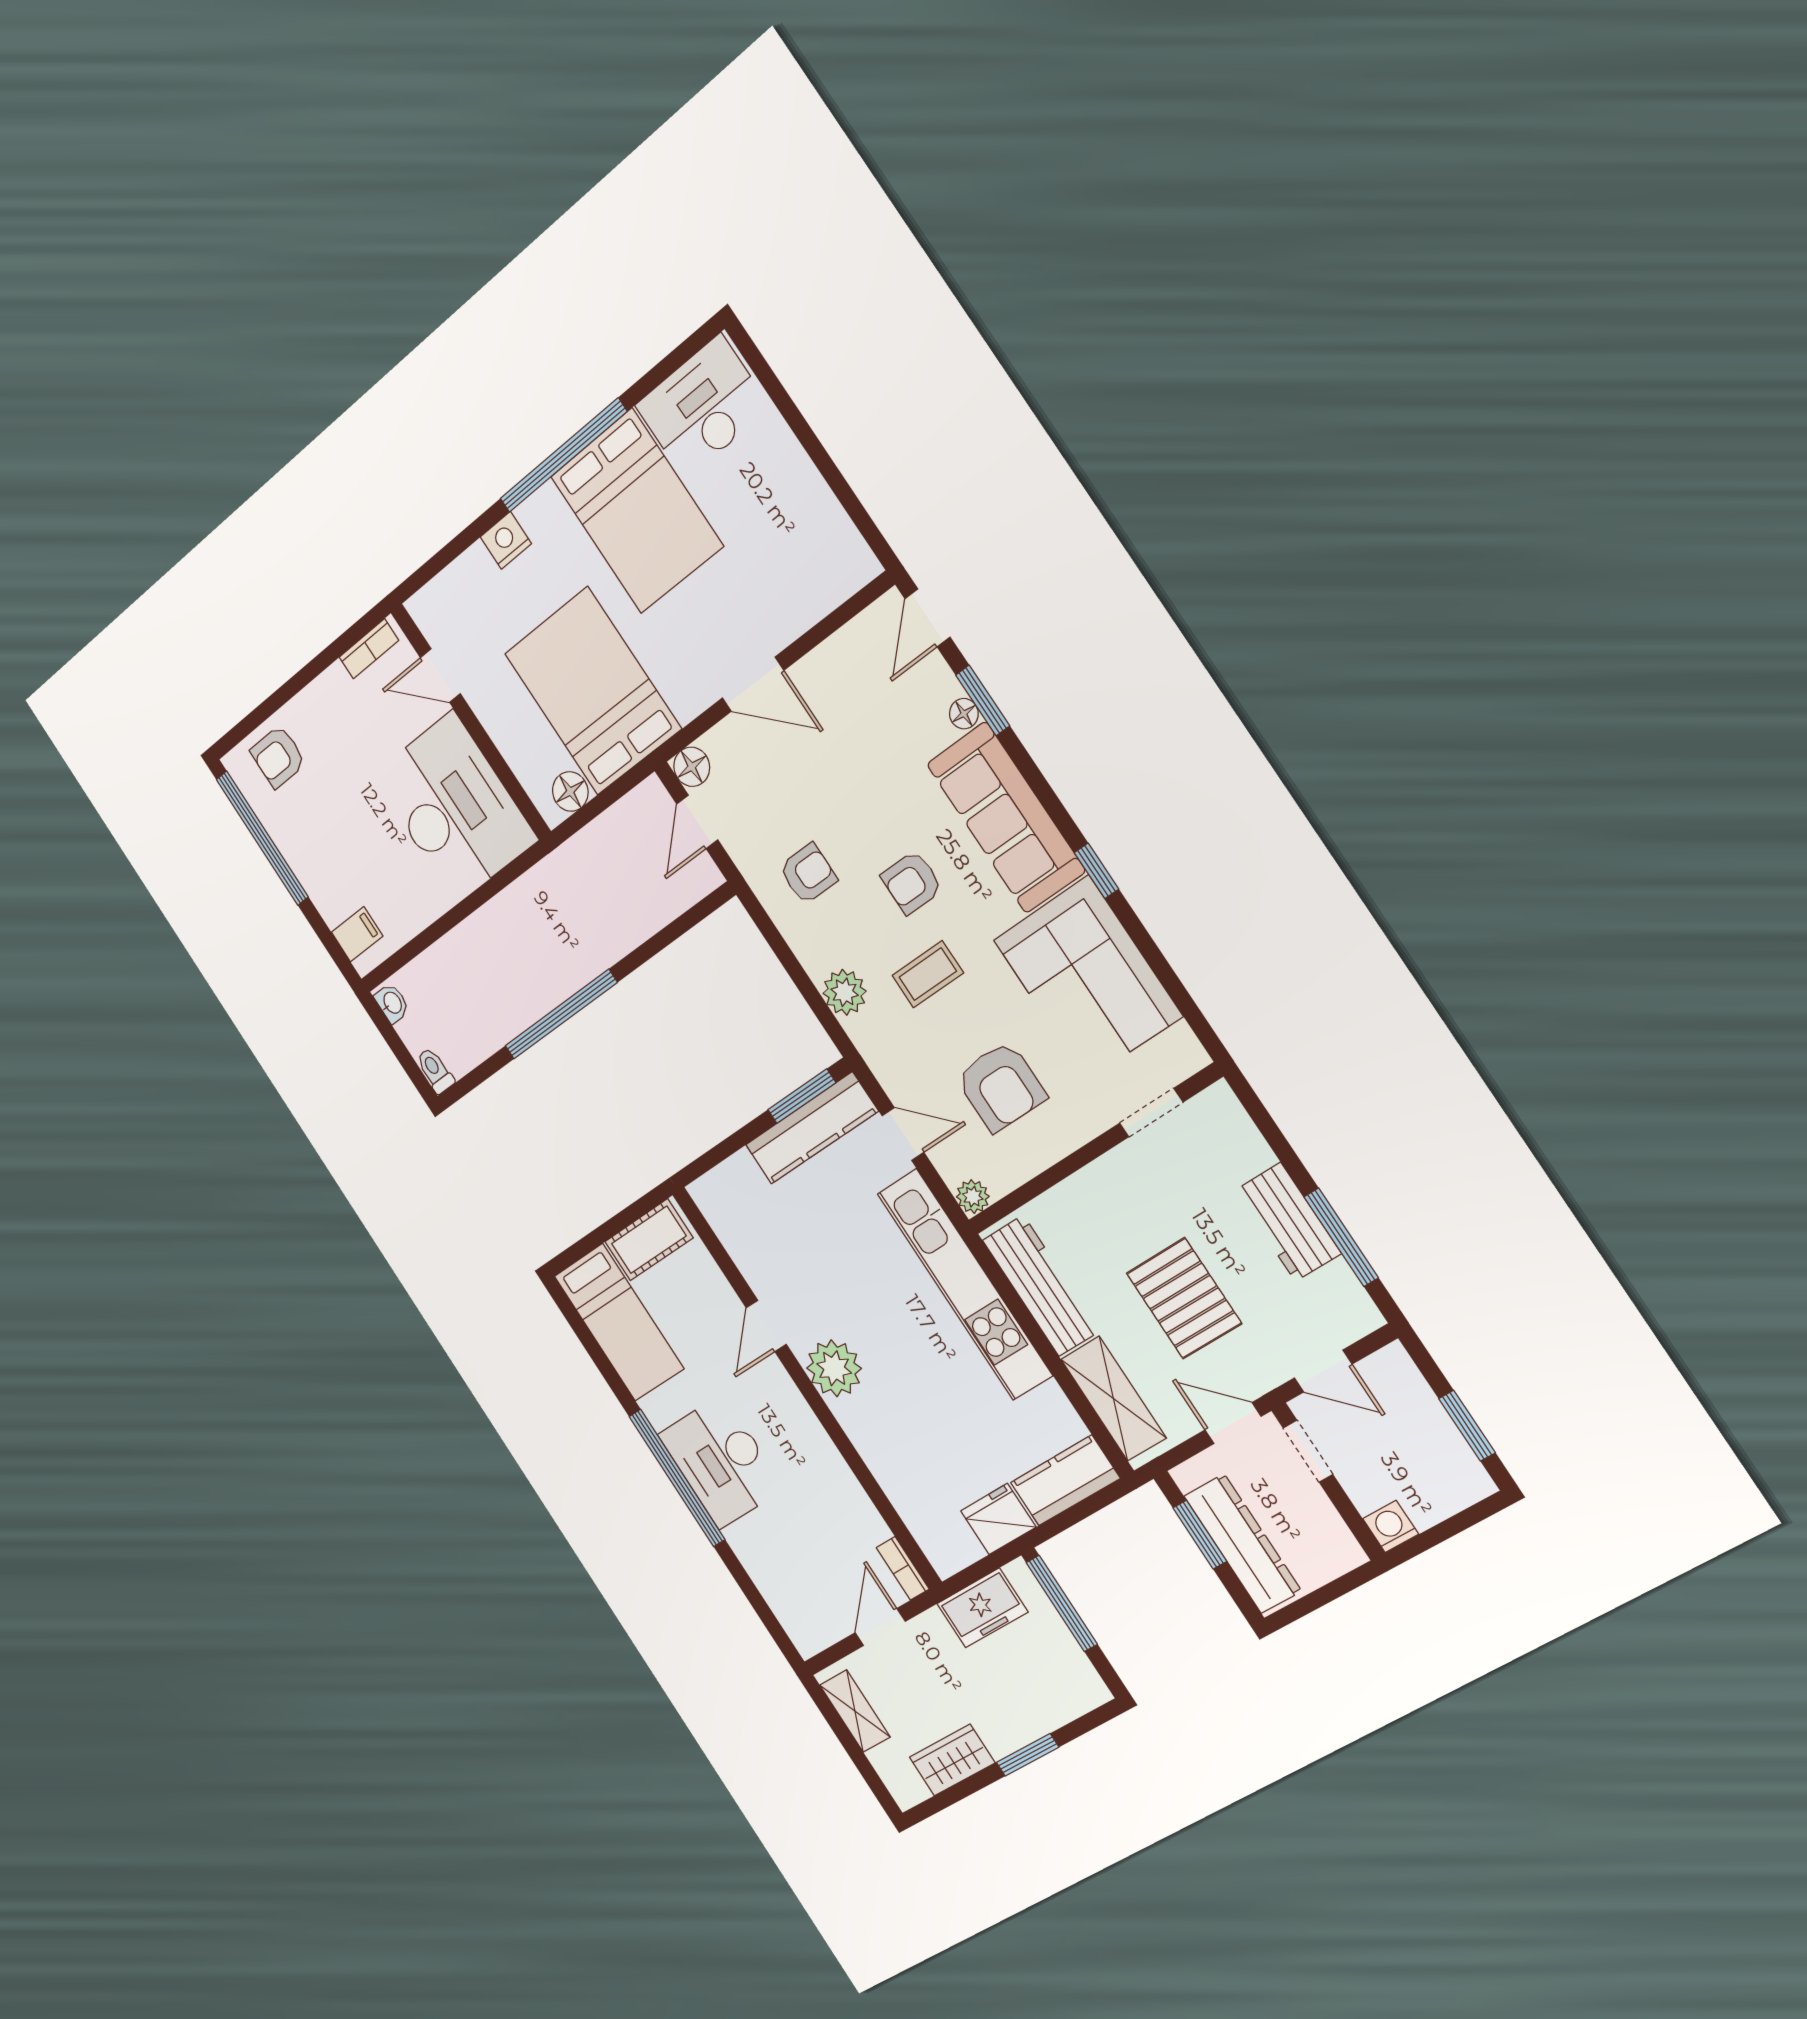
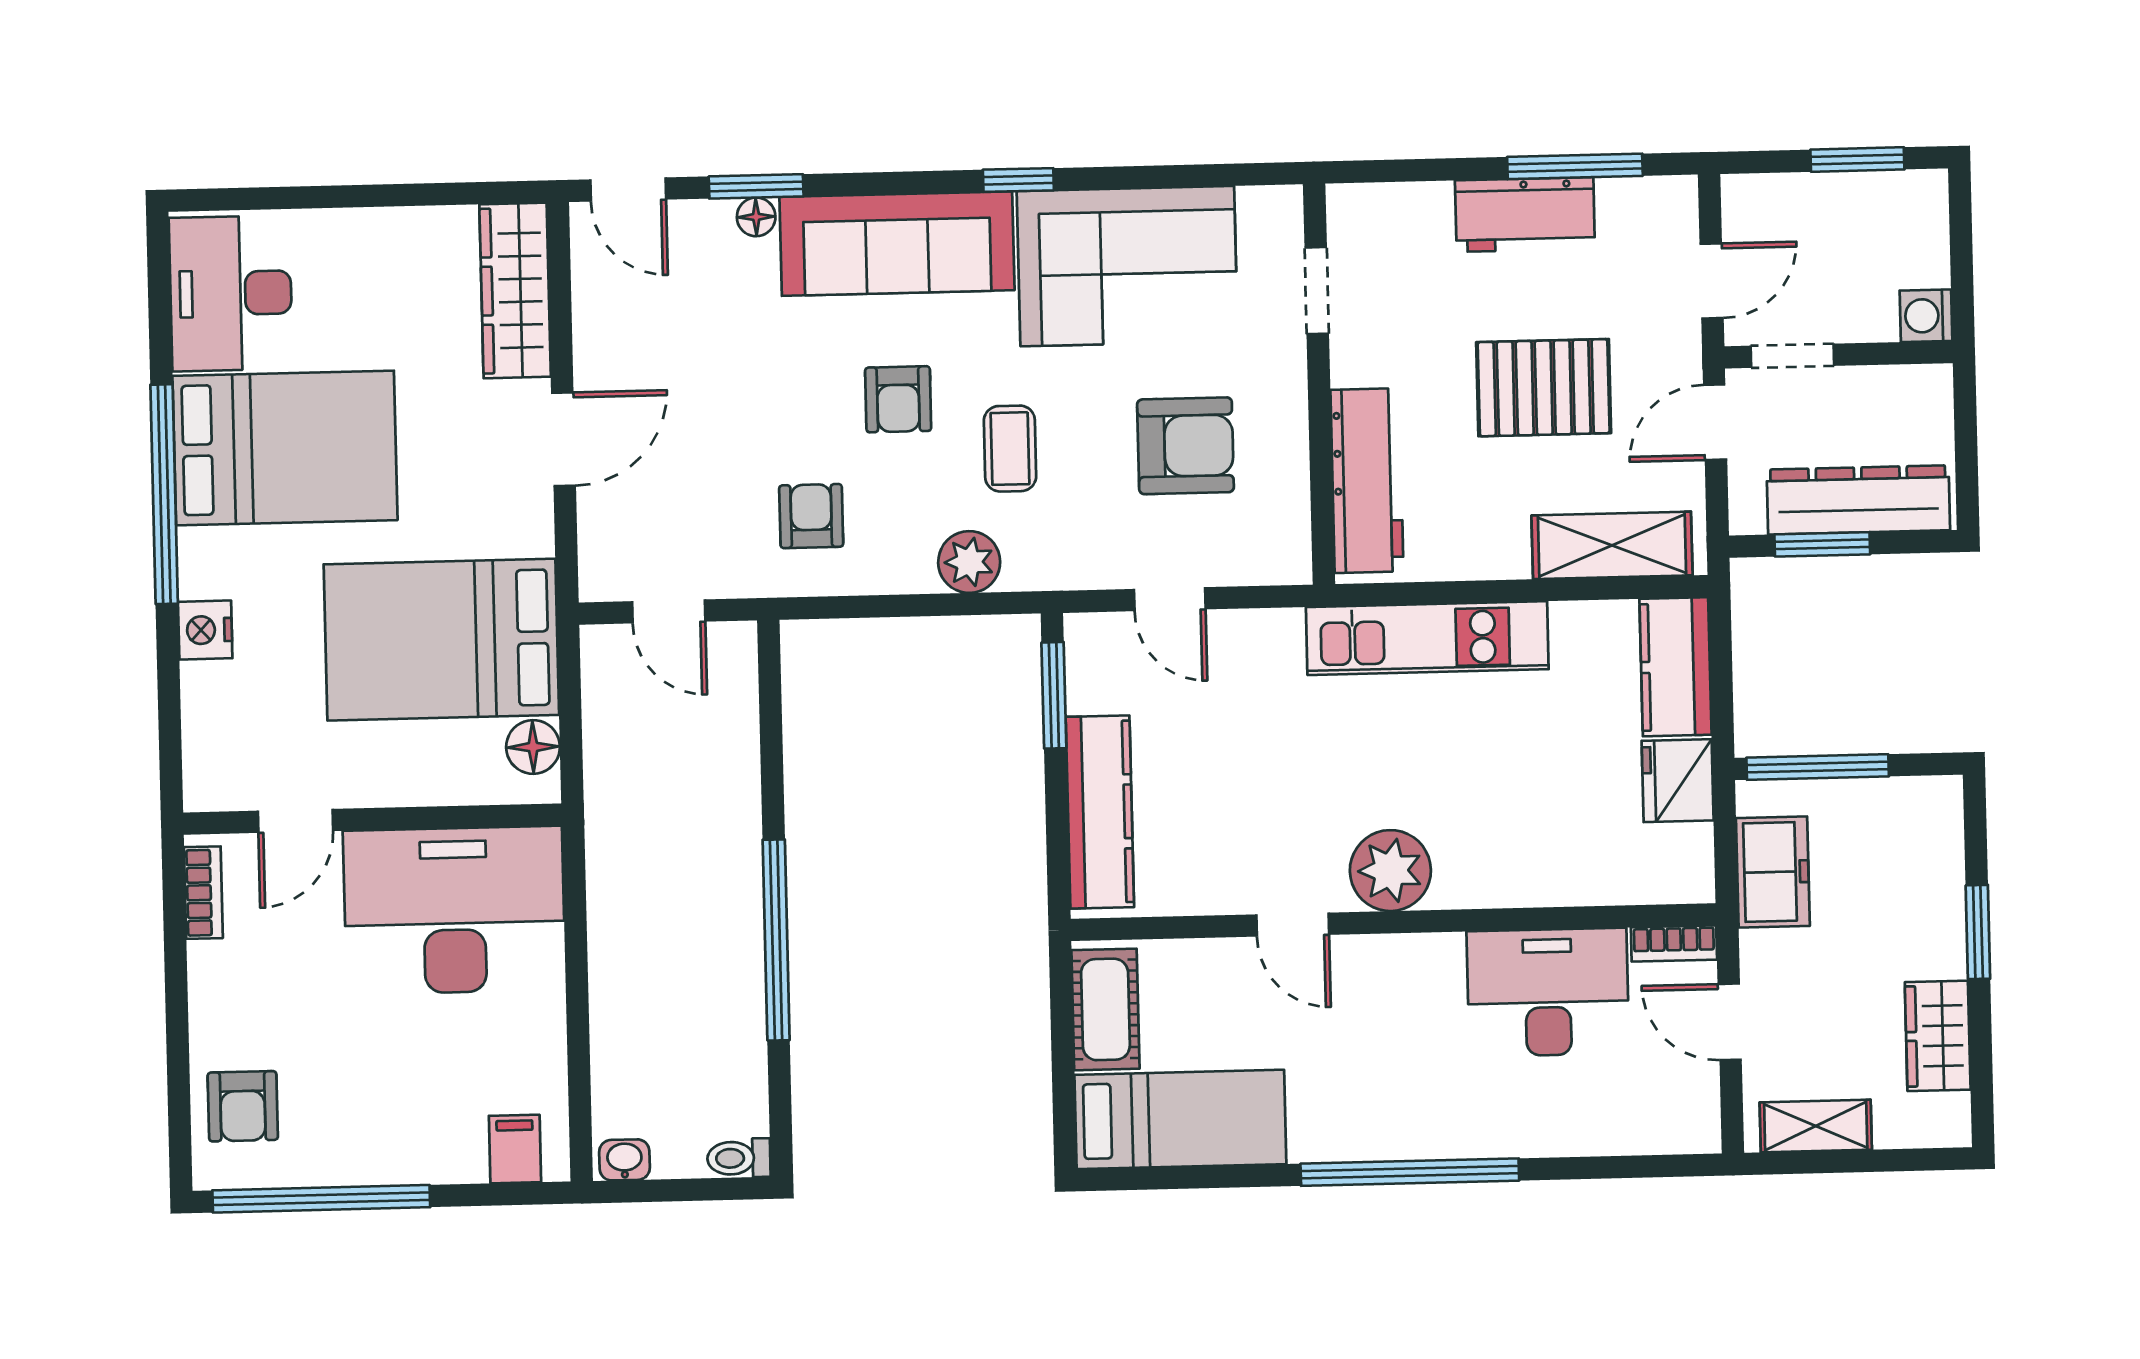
wardrobe: (820, 589) -> (515, 290), added
floor lamp: (692, 767) -> (604, 576), removed
kitchen counter: (812, 1128) -> (1100, 812), moved
door: (903, 1134) -> (1170, 599), swing flipped
plant: (973, 1197) -> (1289, 562), removed
kitchen unit: (965, 1284) -> (1427, 638), width x0.73
workbench: (1041, 1286) -> (1367, 481), moved, turned 90
desk: (721, 1462) -> (1548, 992), moved, turned 180

